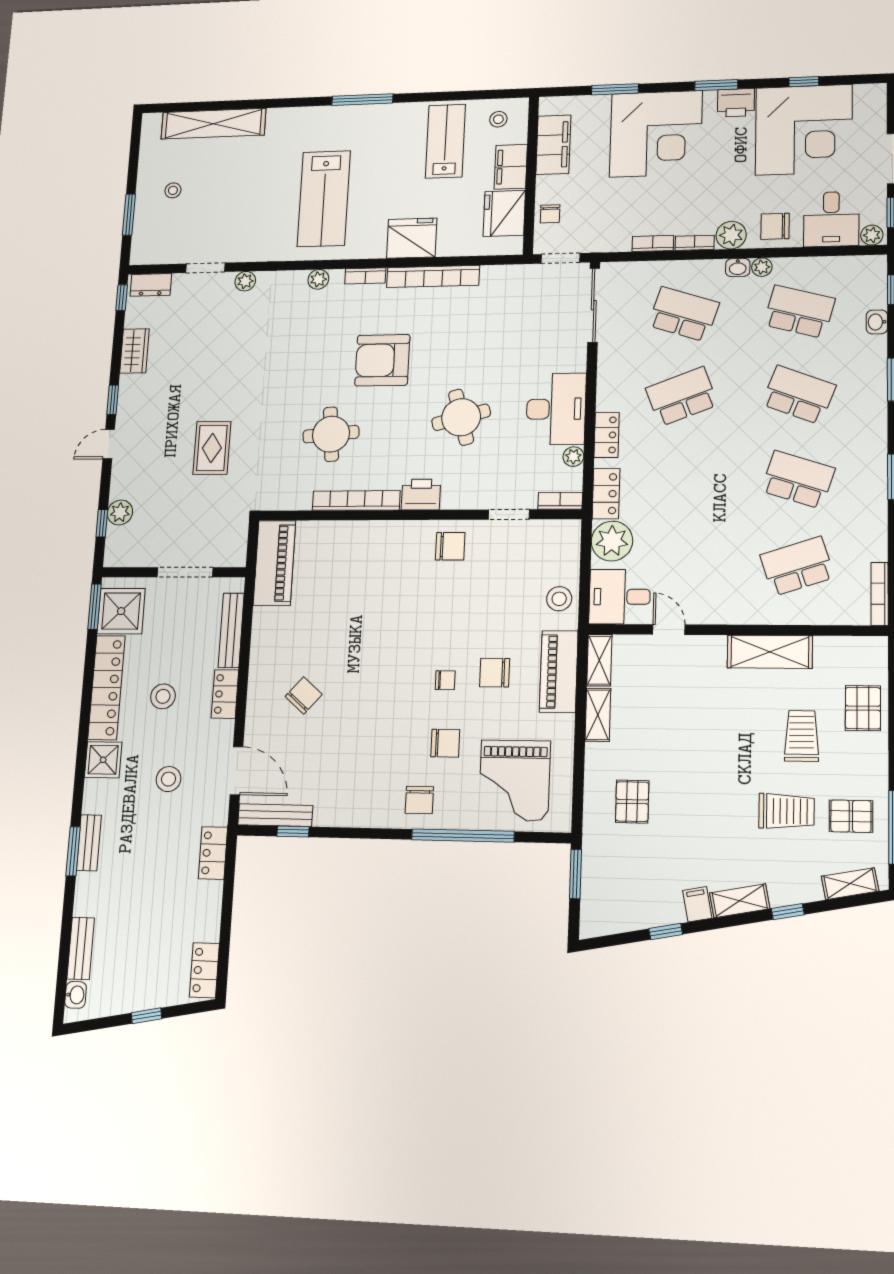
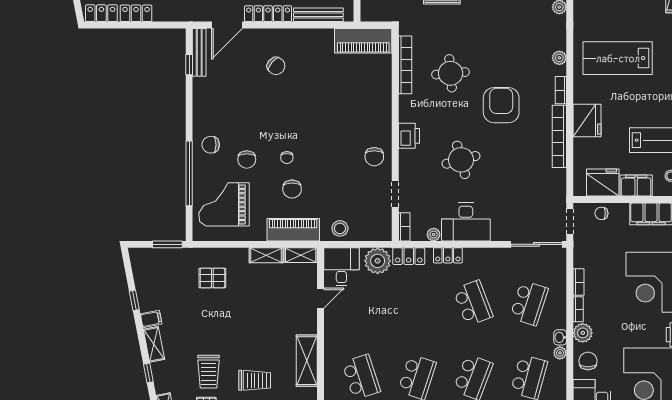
bookcase: (356, 501) -> (405, 65), moved
chair: (495, 673) -> (292, 189), turned 180
locker: (225, 694) -> (268, 14), width x1.53
locker: (213, 853) -> (136, 13), moved

